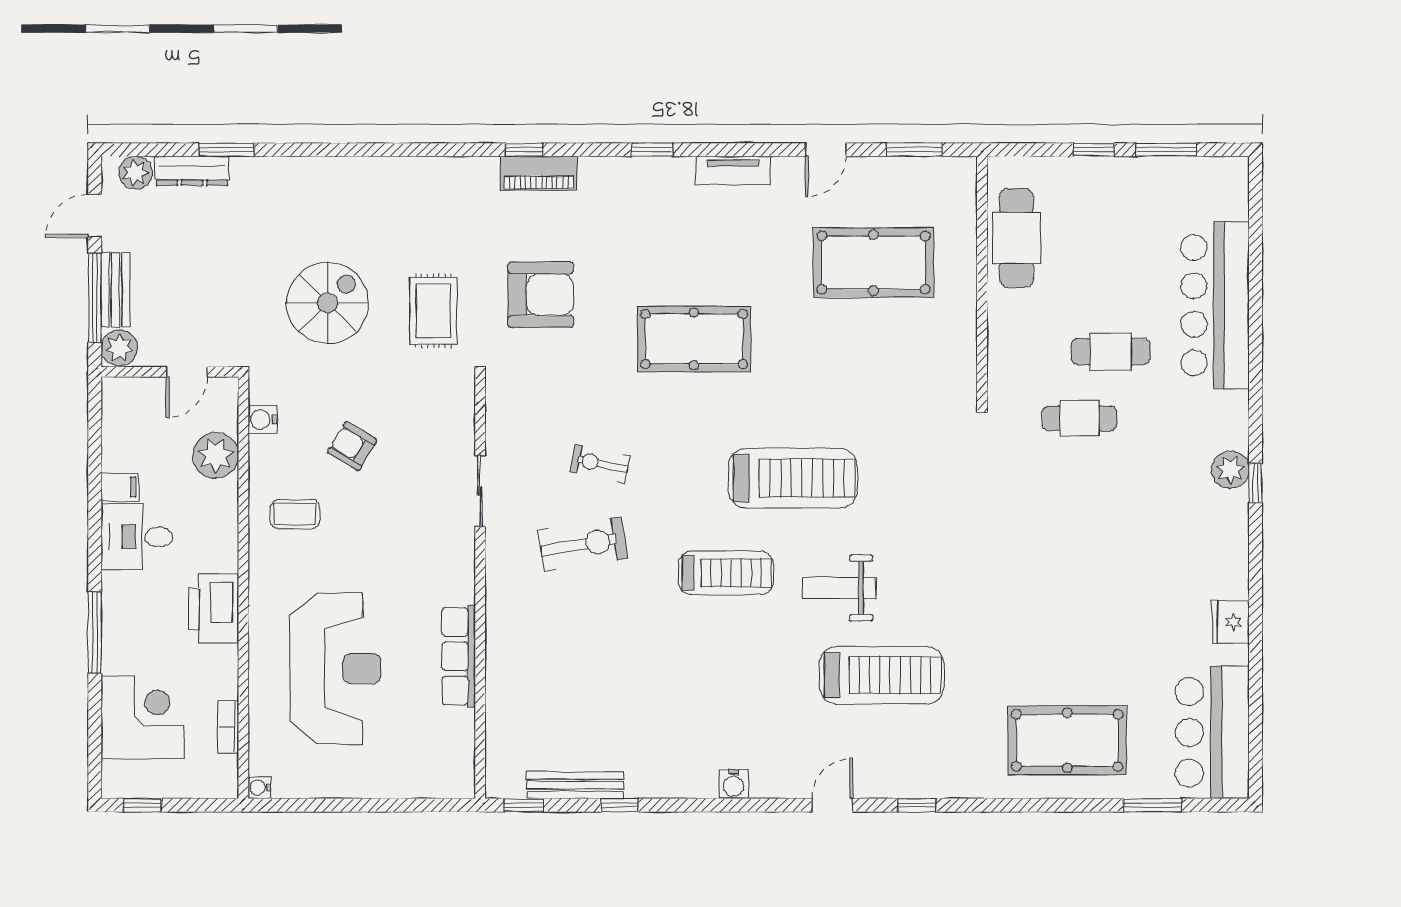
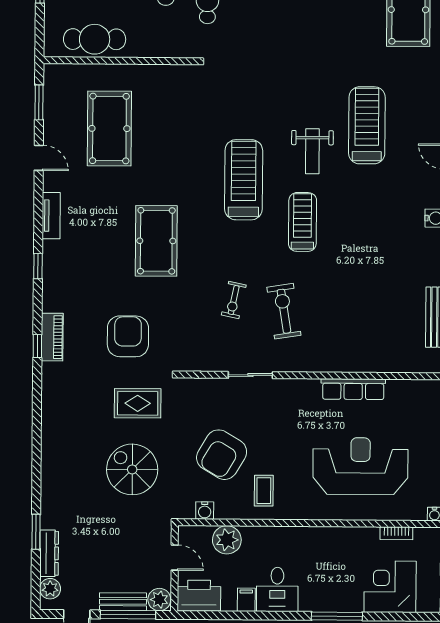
armchair: (352, 446) -> (222, 455), width x1.88, depth x1.88
printer: (214, 609) -> (199, 596), moved, turned 180

